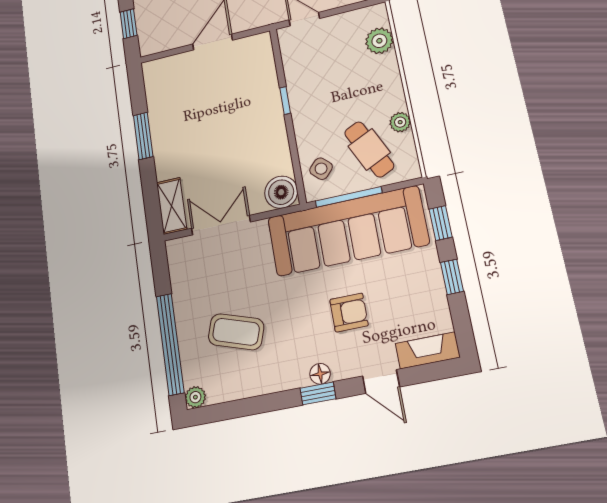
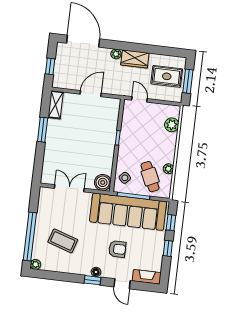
shelving: (172, 206) -> (56, 105), moved

